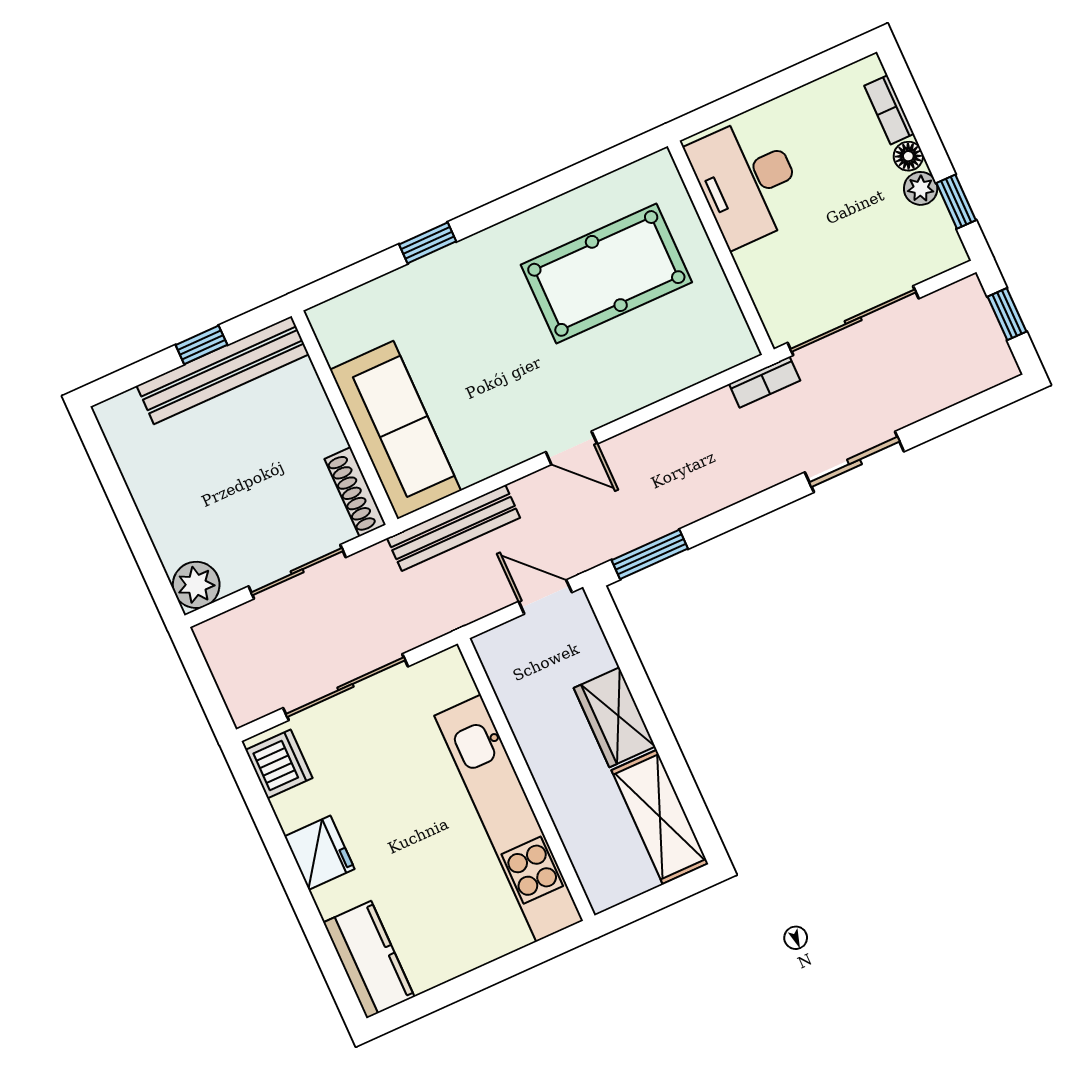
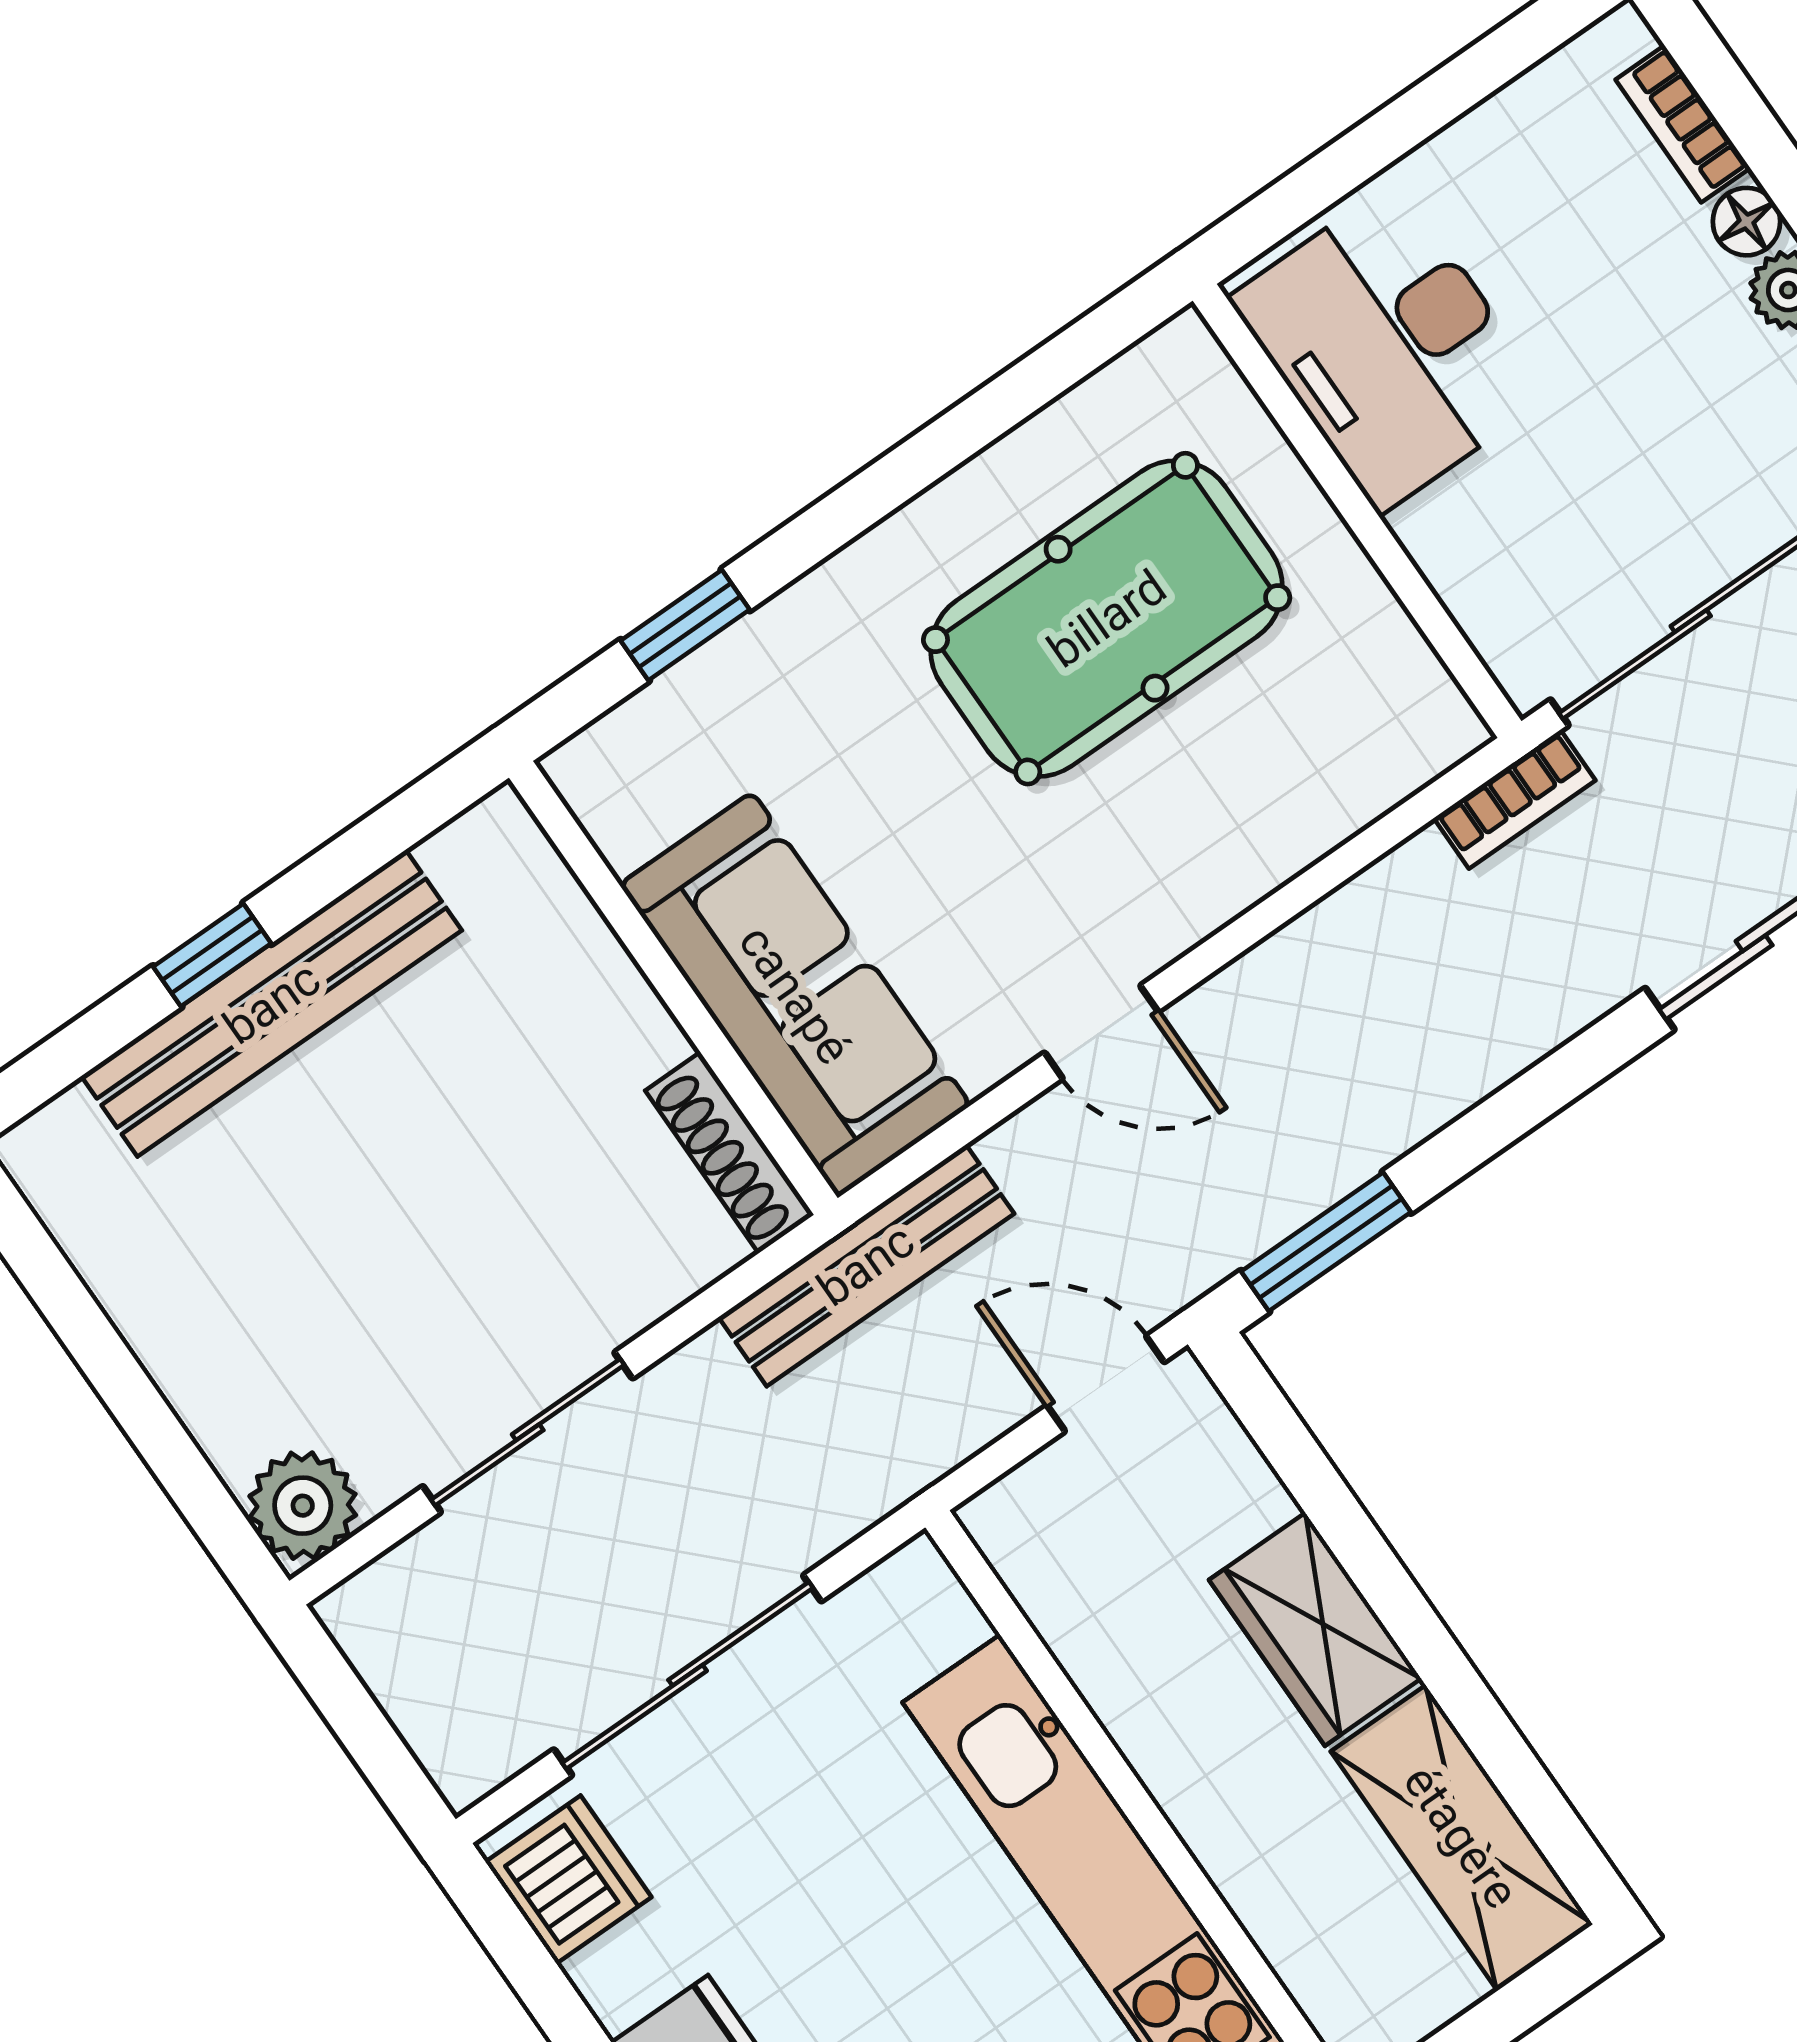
wall: (344, 418) -> (673, 988), moved
sofa: (395, 430) -> (795, 995), moved
shoe rack: (355, 492) -> (729, 1153), moved

